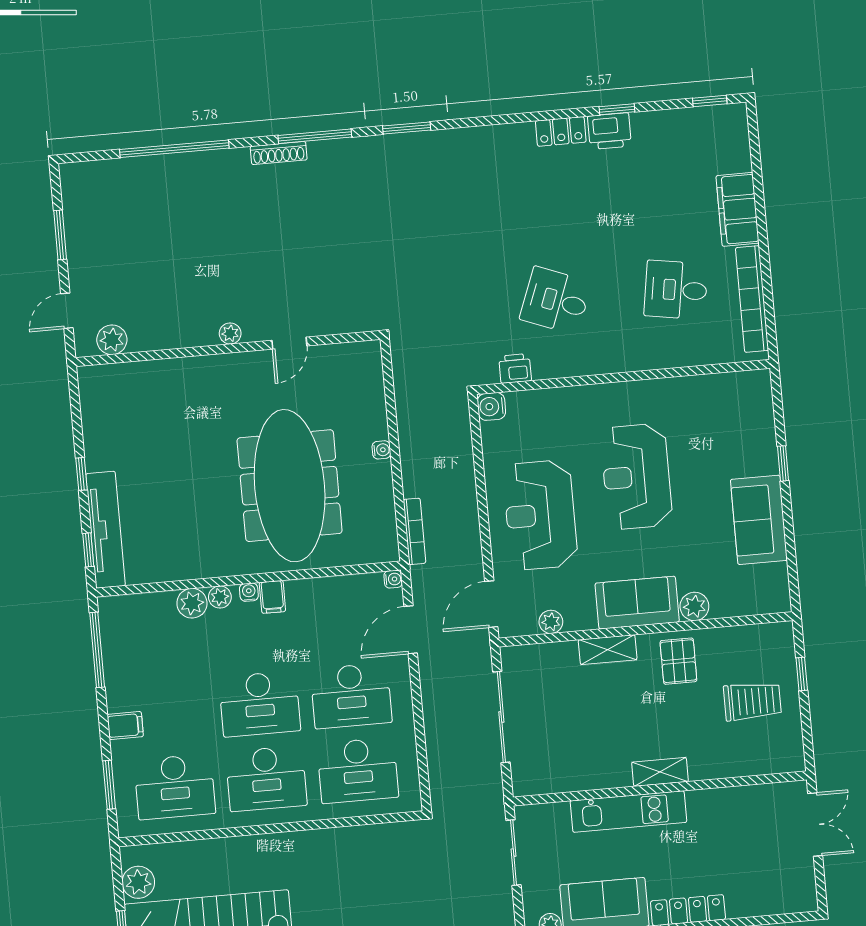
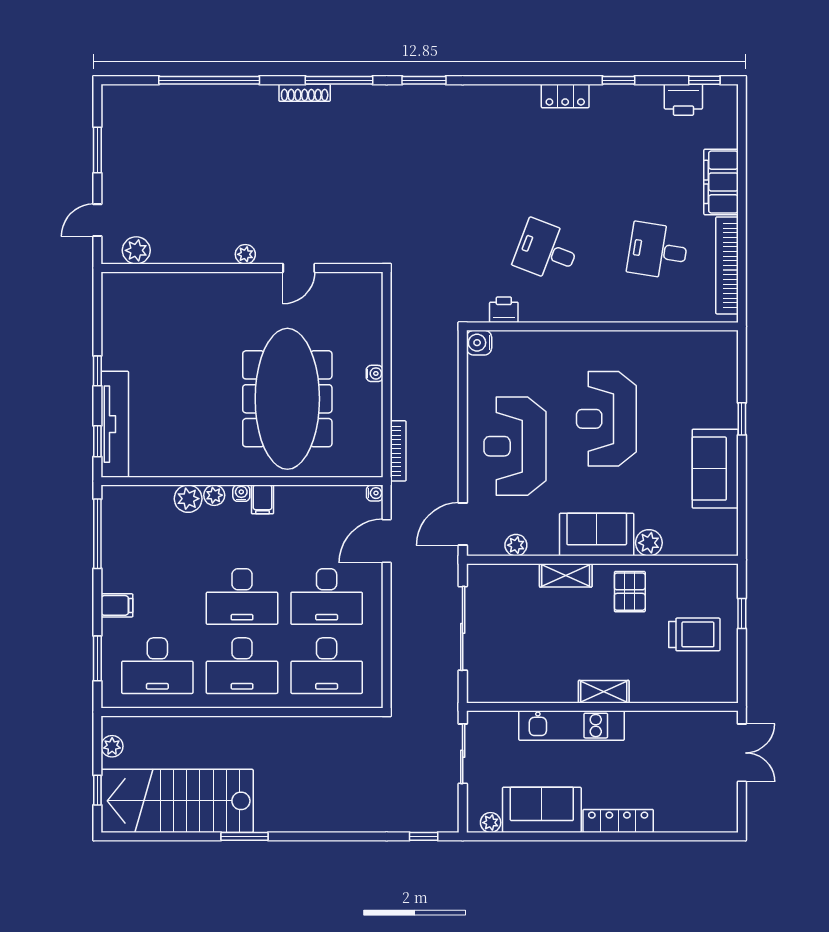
printer: (609, 131) -> (683, 100), moved
plant: (138, 882) -> (112, 746), width x0.73, depth x0.73

